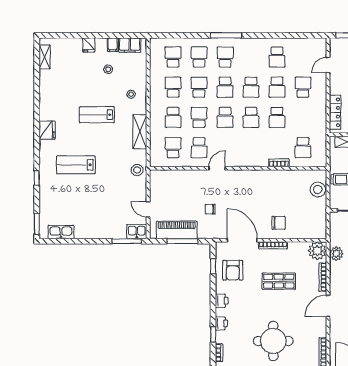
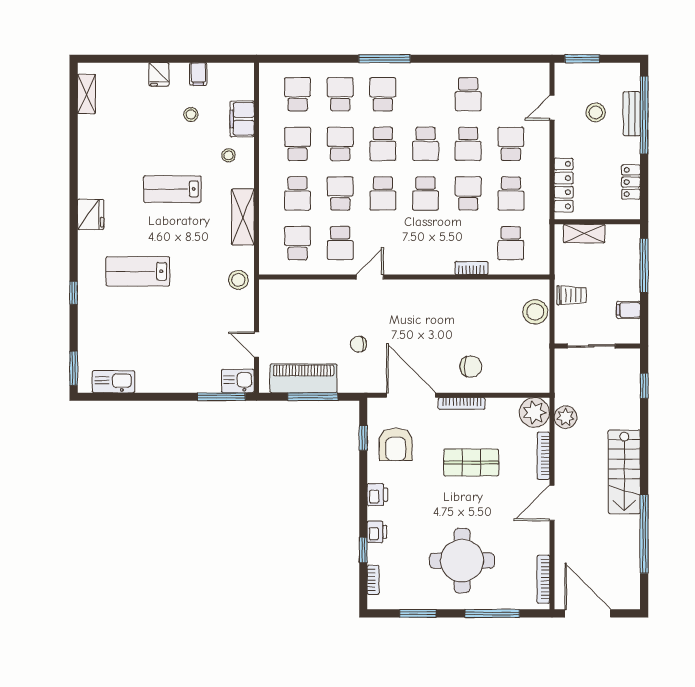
filing cabinet: (130, 45) -> (242, 119), moved, turned 90
school desk: (277, 117) -> (468, 193), turned 180
school desk: (303, 117) -> (511, 193), added

